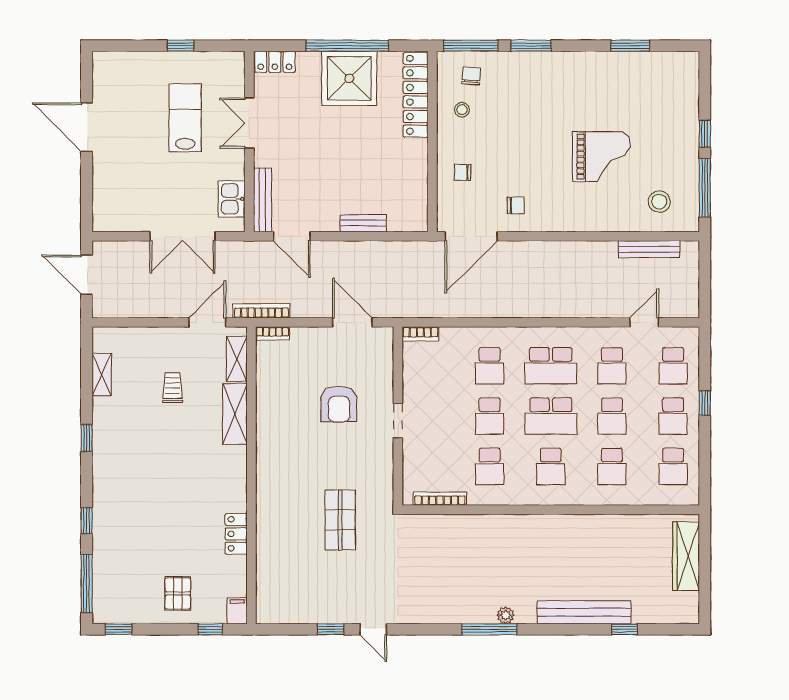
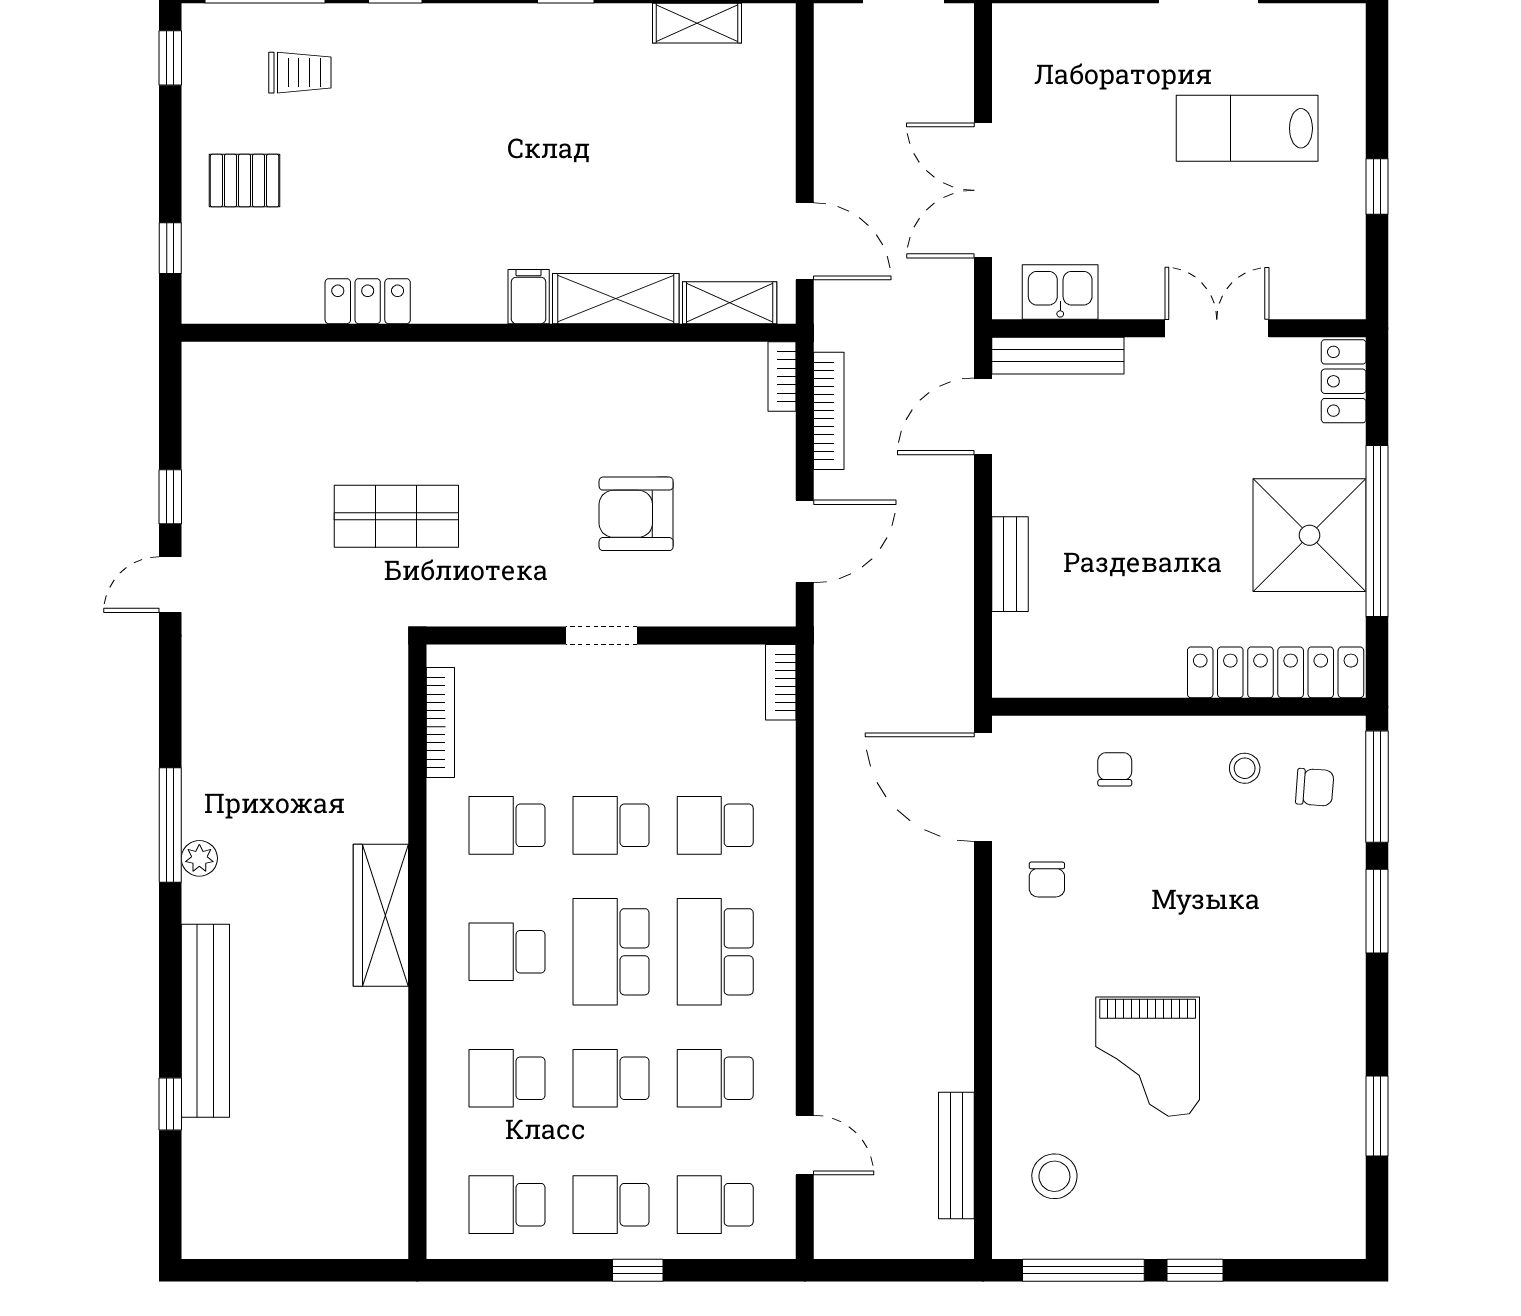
lab bench: (185, 118) -> (1247, 128), moved, turned 180
bookcase: (261, 311) -> (829, 411), moved
trolley: (172, 388) -> (300, 73), moved
wardrobe: (686, 556) -> (381, 915), moved, turned -90
filing cabinet: (237, 611) -> (529, 297), moved, turned -90

